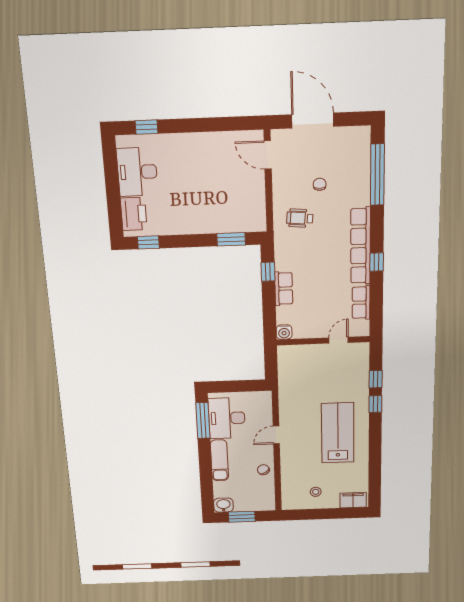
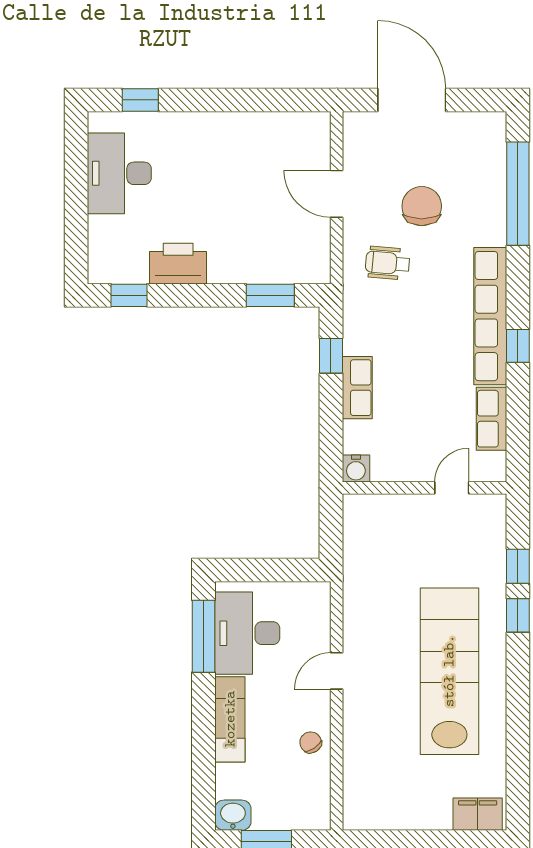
door: (268, 155) -> (337, 194), moved
chair: (320, 184) -> (422, 206), width x1.87, depth x1.87
printer: (134, 214) -> (178, 264), moved, turned -90
lab bench: (338, 433) -> (449, 671), width x1.36
stool: (316, 492) -> (407, 793), removed

